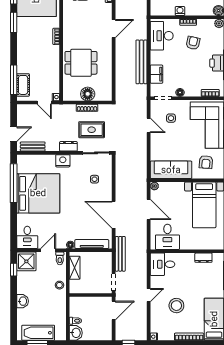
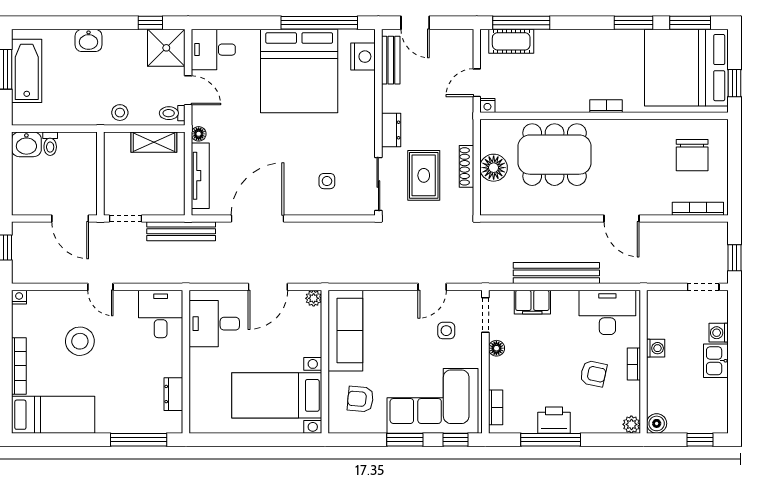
dining table: (81, 63) -> (555, 155), width x1.38
nightstand: (63, 161) -> (363, 57), moved

